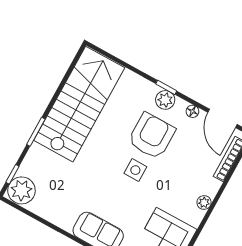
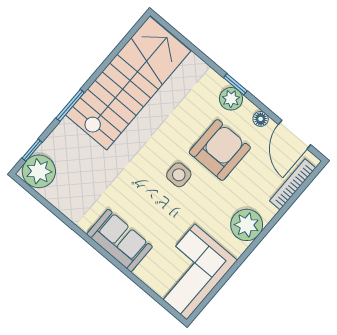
armchair: (152, 136) -> (220, 150), moved
plant: (204, 202) -> (247, 225), width x1.88, depth x1.88

